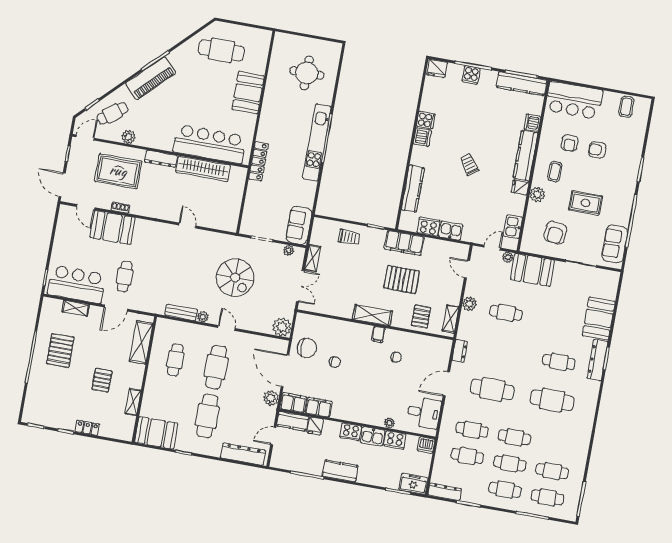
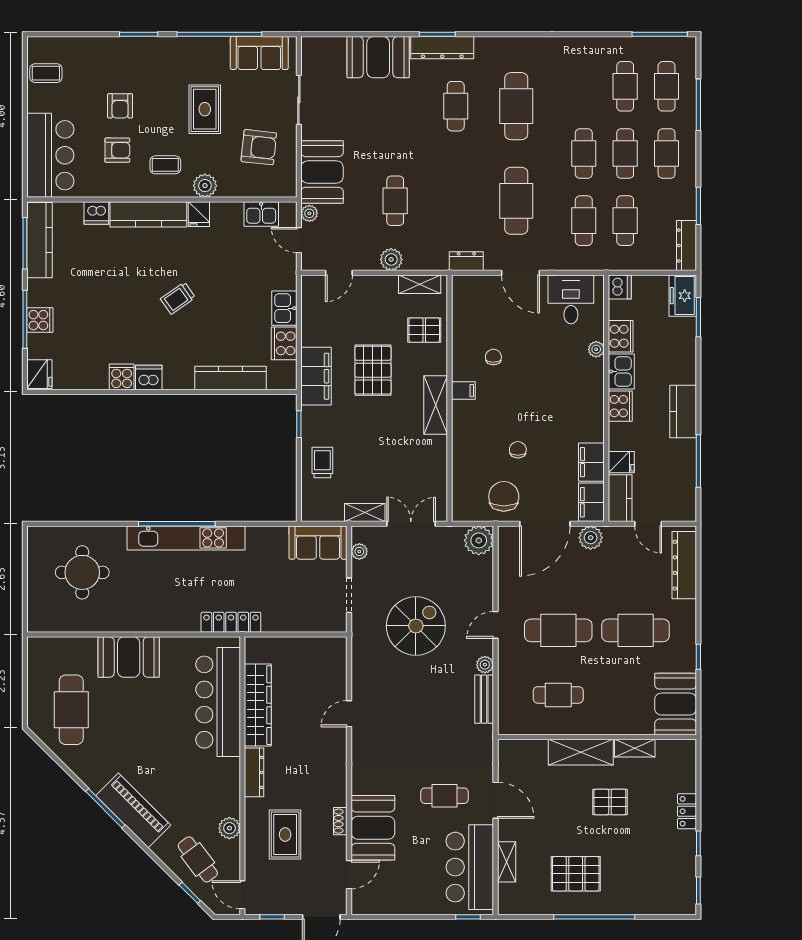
rug: (118, 171) -> (285, 835), width x0.73, depth x0.70
shelving: (141, 342) -> (581, 752), moved

